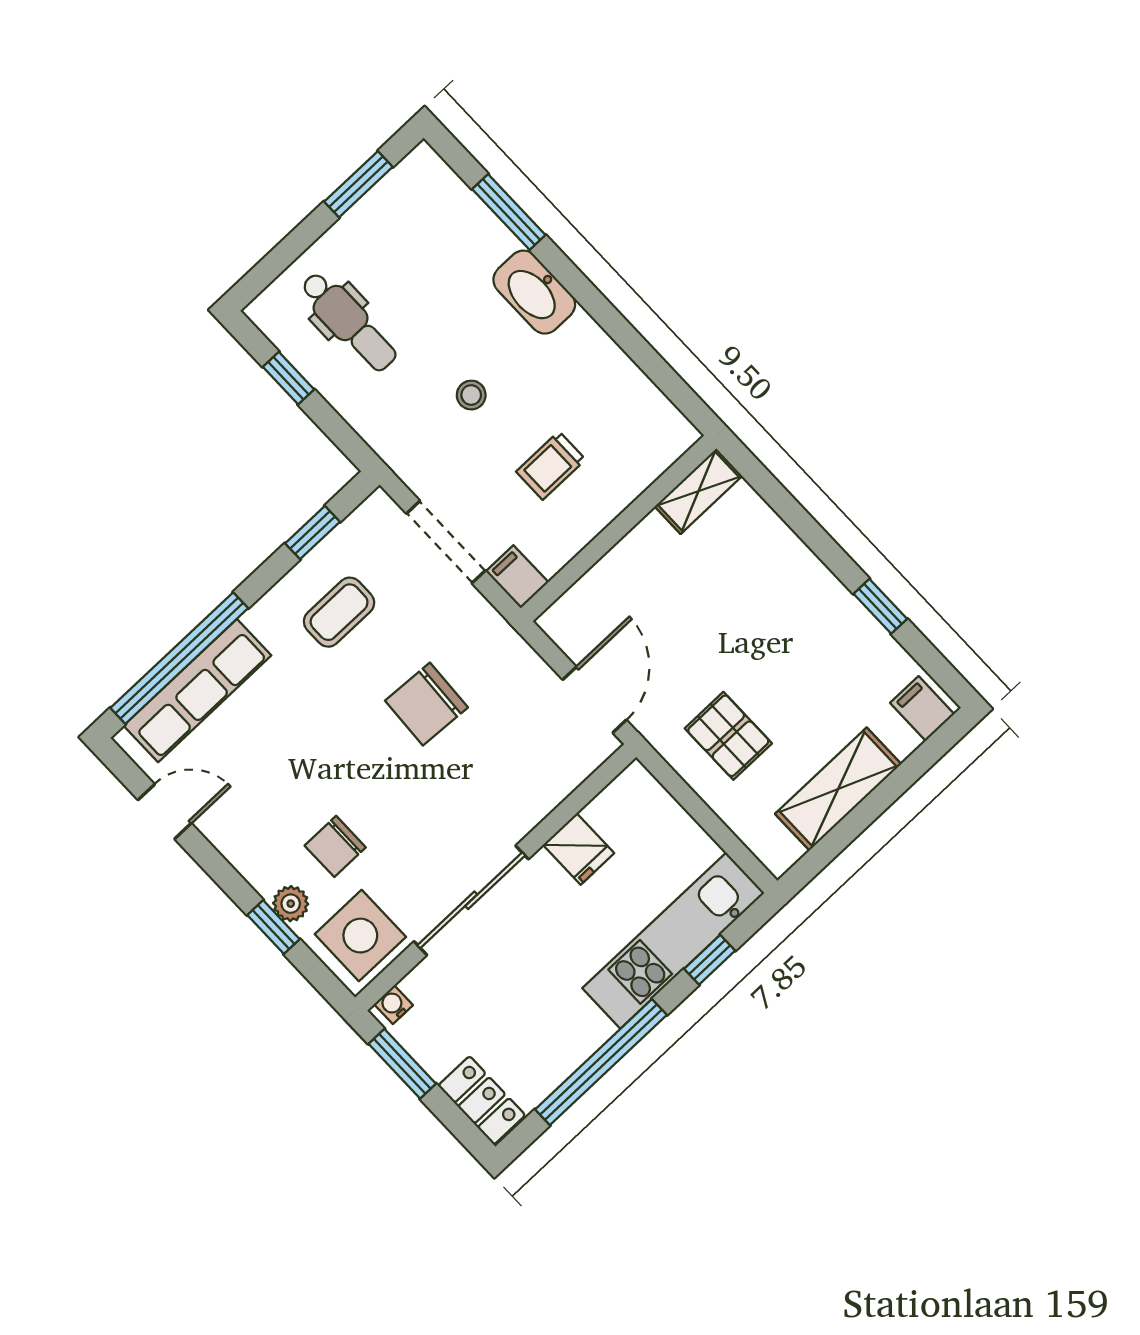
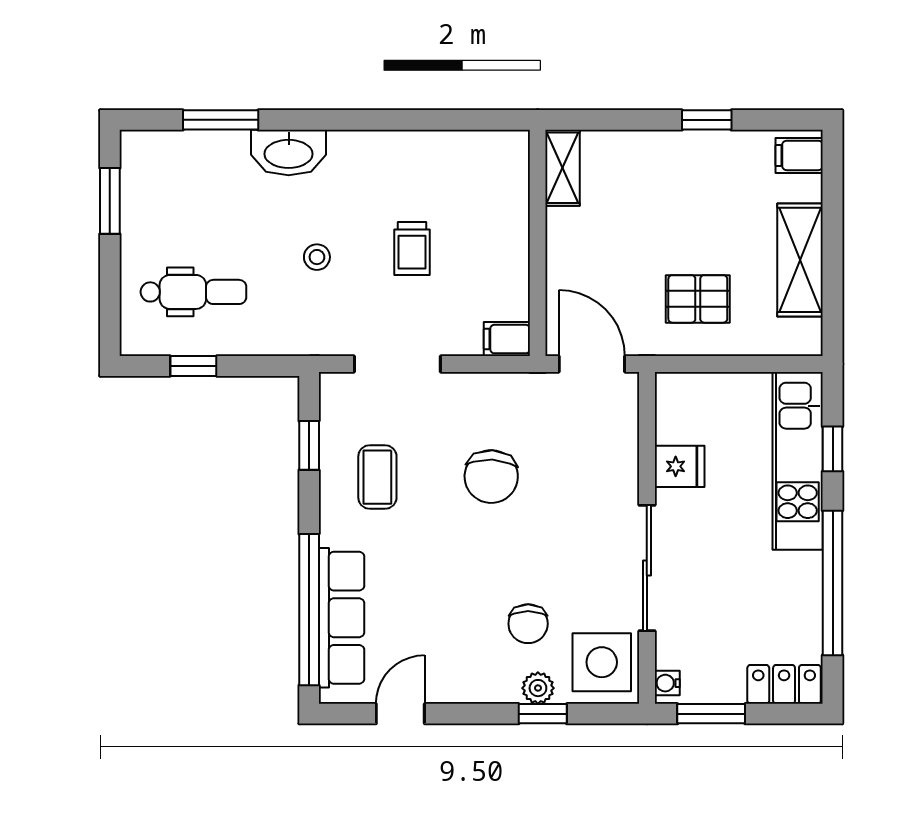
shelving: (698, 491) -> (563, 168), moved
wall: (618, 528) -> (538, 243), moved
filing cabinet: (517, 577) -> (507, 339), moved

